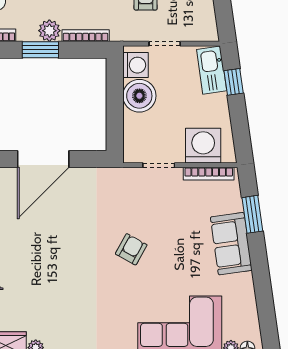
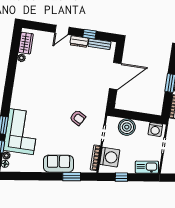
window: (234, 82) -> (121, 177), moved
boiler: (139, 96) -> (127, 127), moved
door: (43, 159) -> (115, 76), swing flipped
armchair: (131, 249) -> (78, 118), moved

